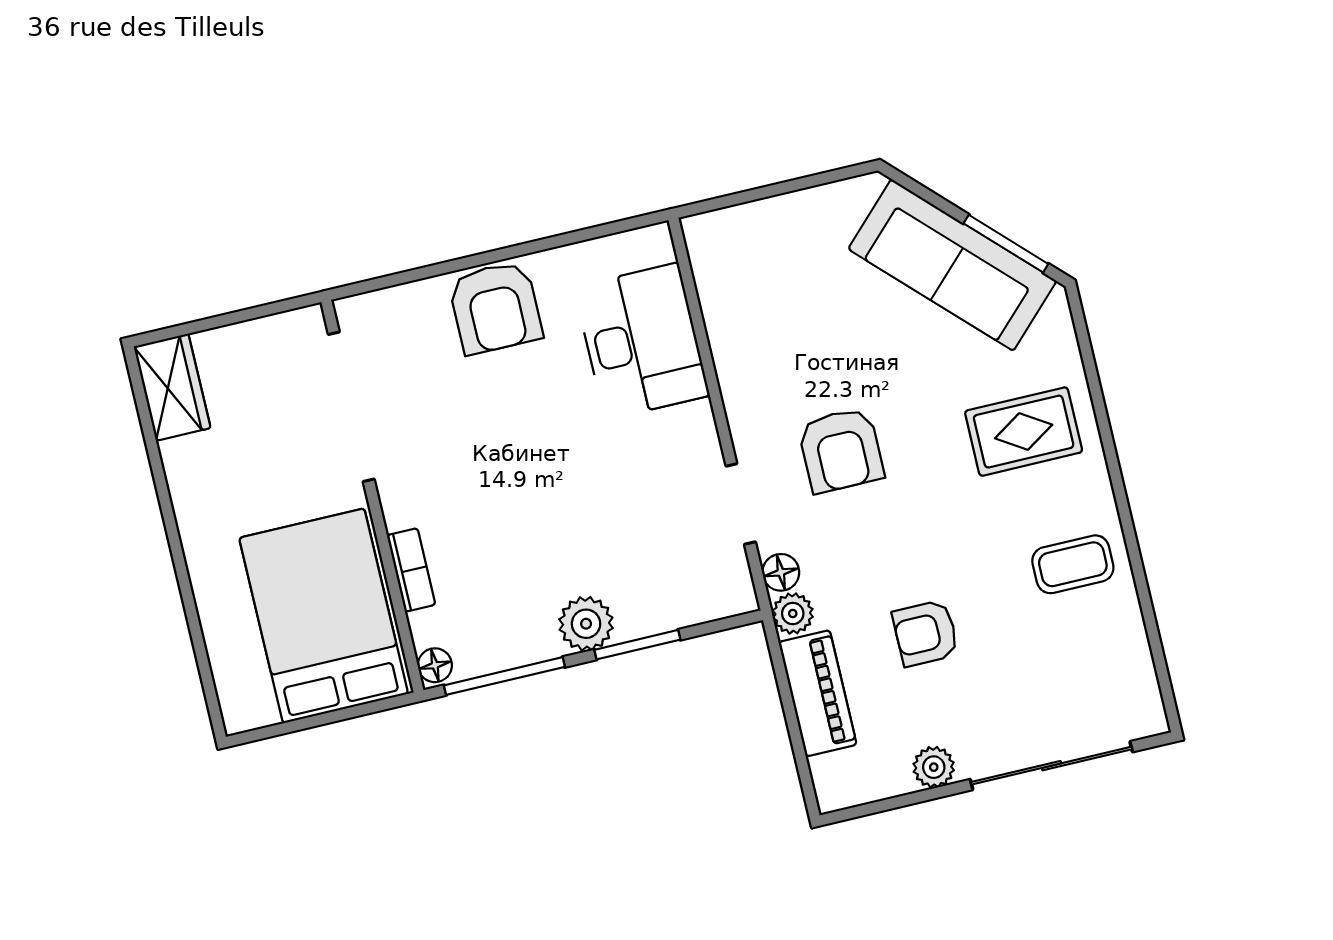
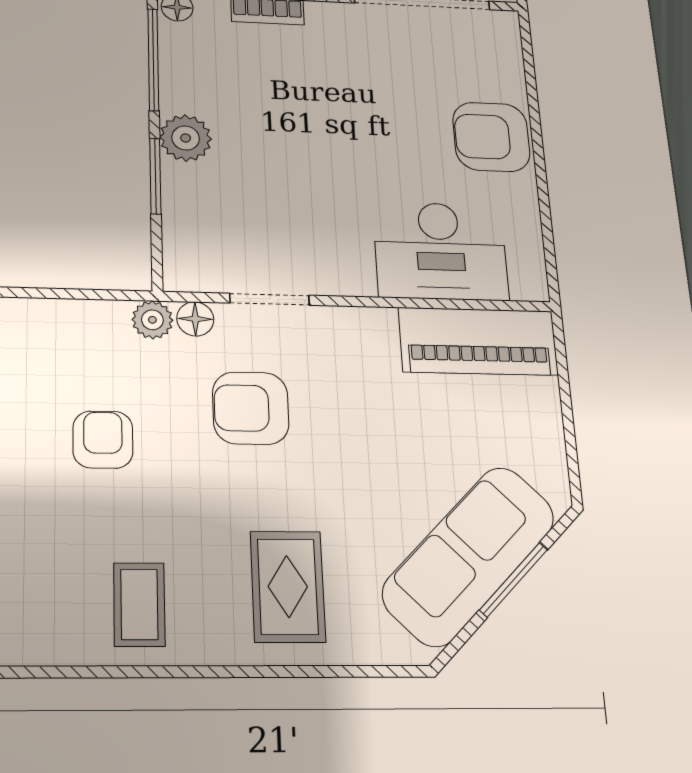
window: (1006, 244) -> (514, 580), moved
armchair: (841, 450) -> (251, 408), moved
piano: (818, 693) -> (478, 341), moved, width x1.37, depth x1.33

